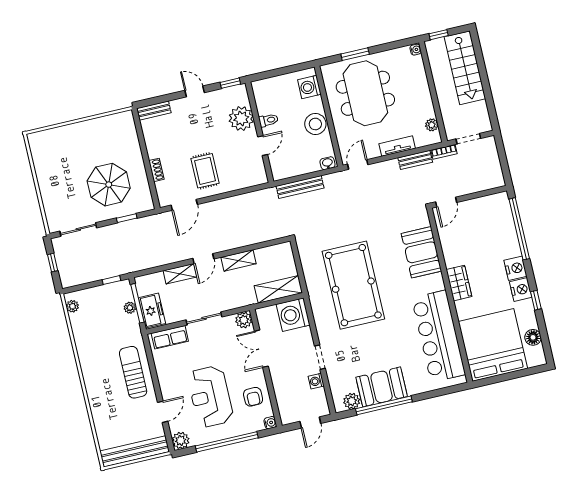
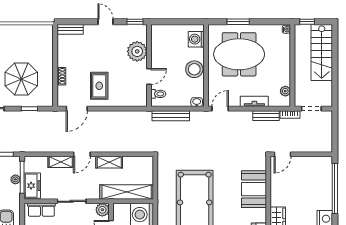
meeting table: (365, 93) -> (239, 54), turned 90
toilet: (269, 120) -> (158, 94), moved
shelving: (278, 289) -> (127, 192), width x1.47

